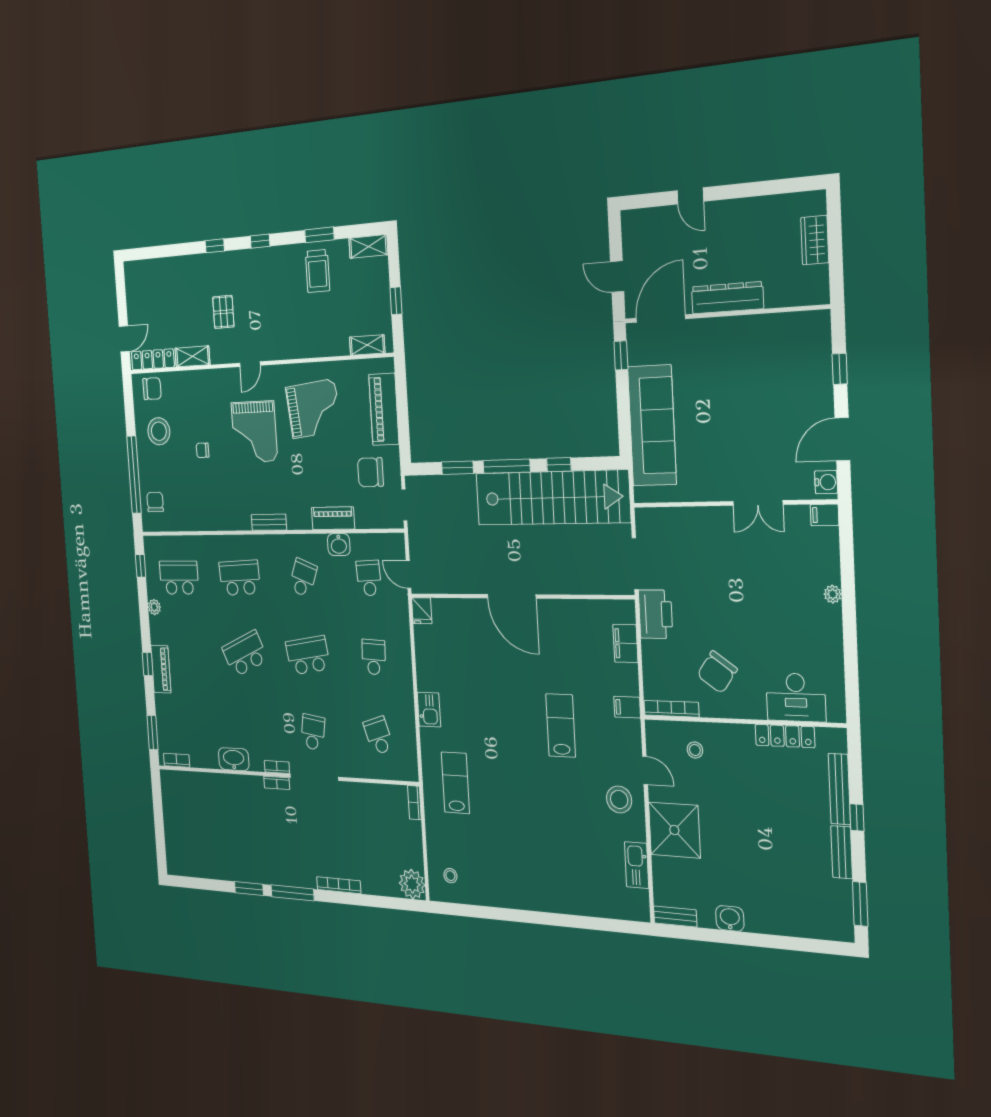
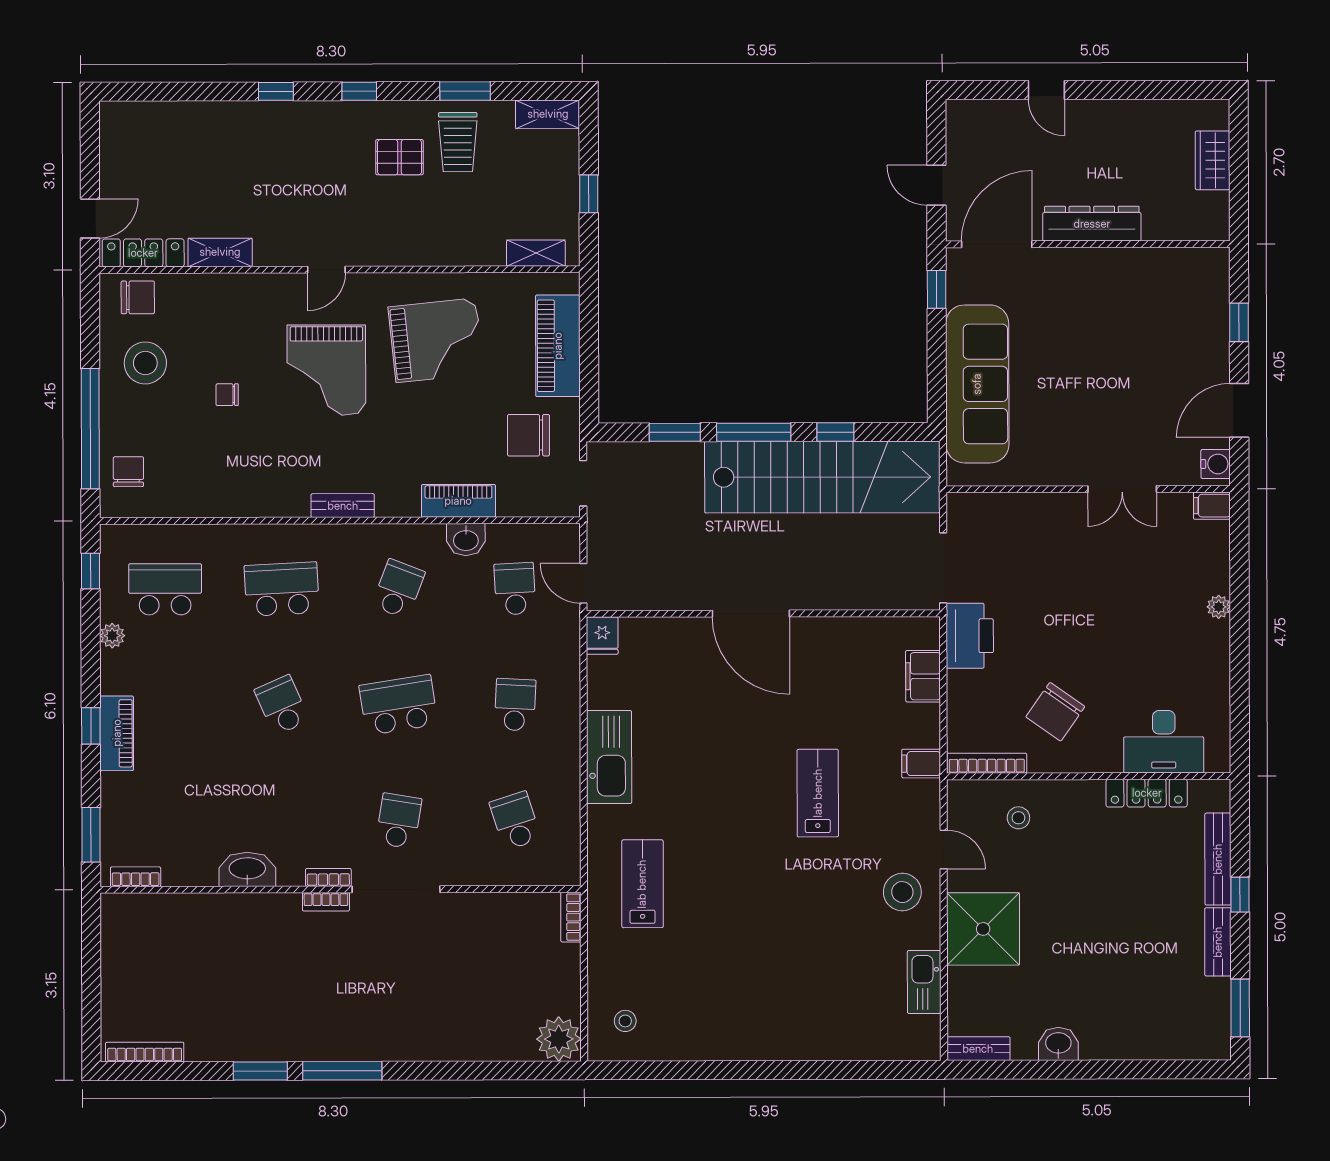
pallet: (223, 312) -> (400, 157), moved, turned 90
school desk: (245, 654) -> (282, 705), width x0.54
kitchen sink: (429, 710) -> (609, 757), width x1.88, depth x1.24
bookcase: (339, 885) -> (145, 1052), moved

